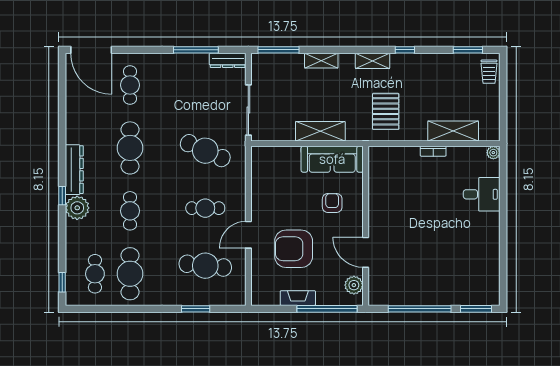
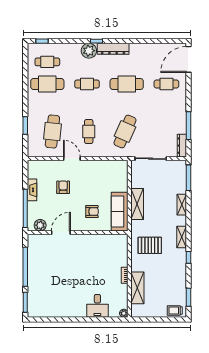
armchair: (294, 249) -> (63, 187), width x0.53, depth x0.53

